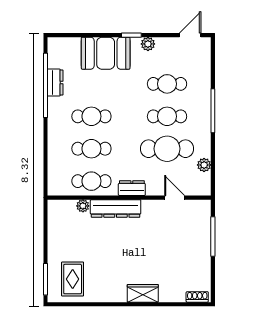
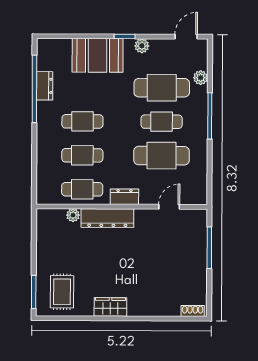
cafe table: (167, 84) -> (162, 88), width x1.37, depth x1.35
plant: (204, 165) -> (201, 78), moved
door: (175, 198) -> (169, 207), hinge flipped
wardrobe: (143, 293) -> (110, 307), moved

